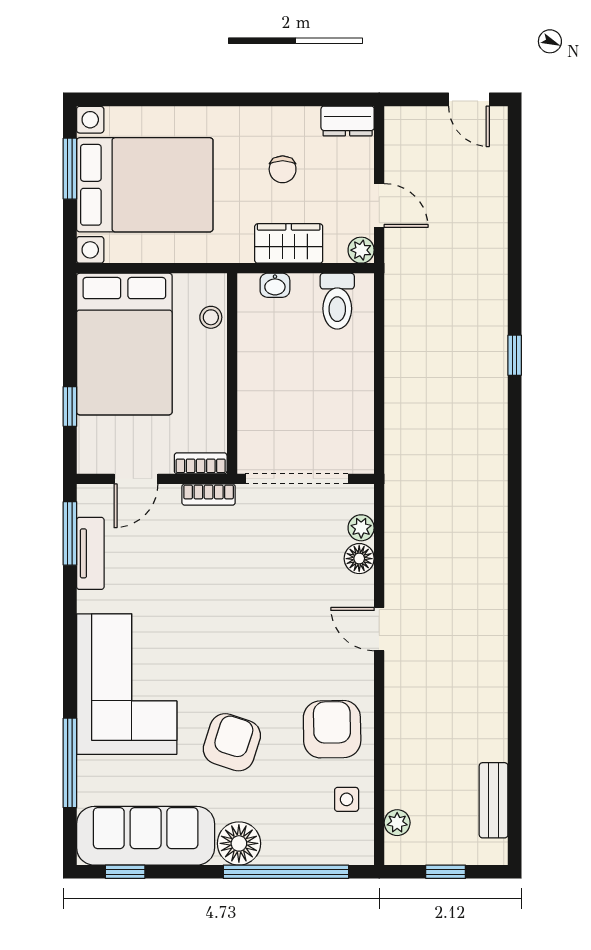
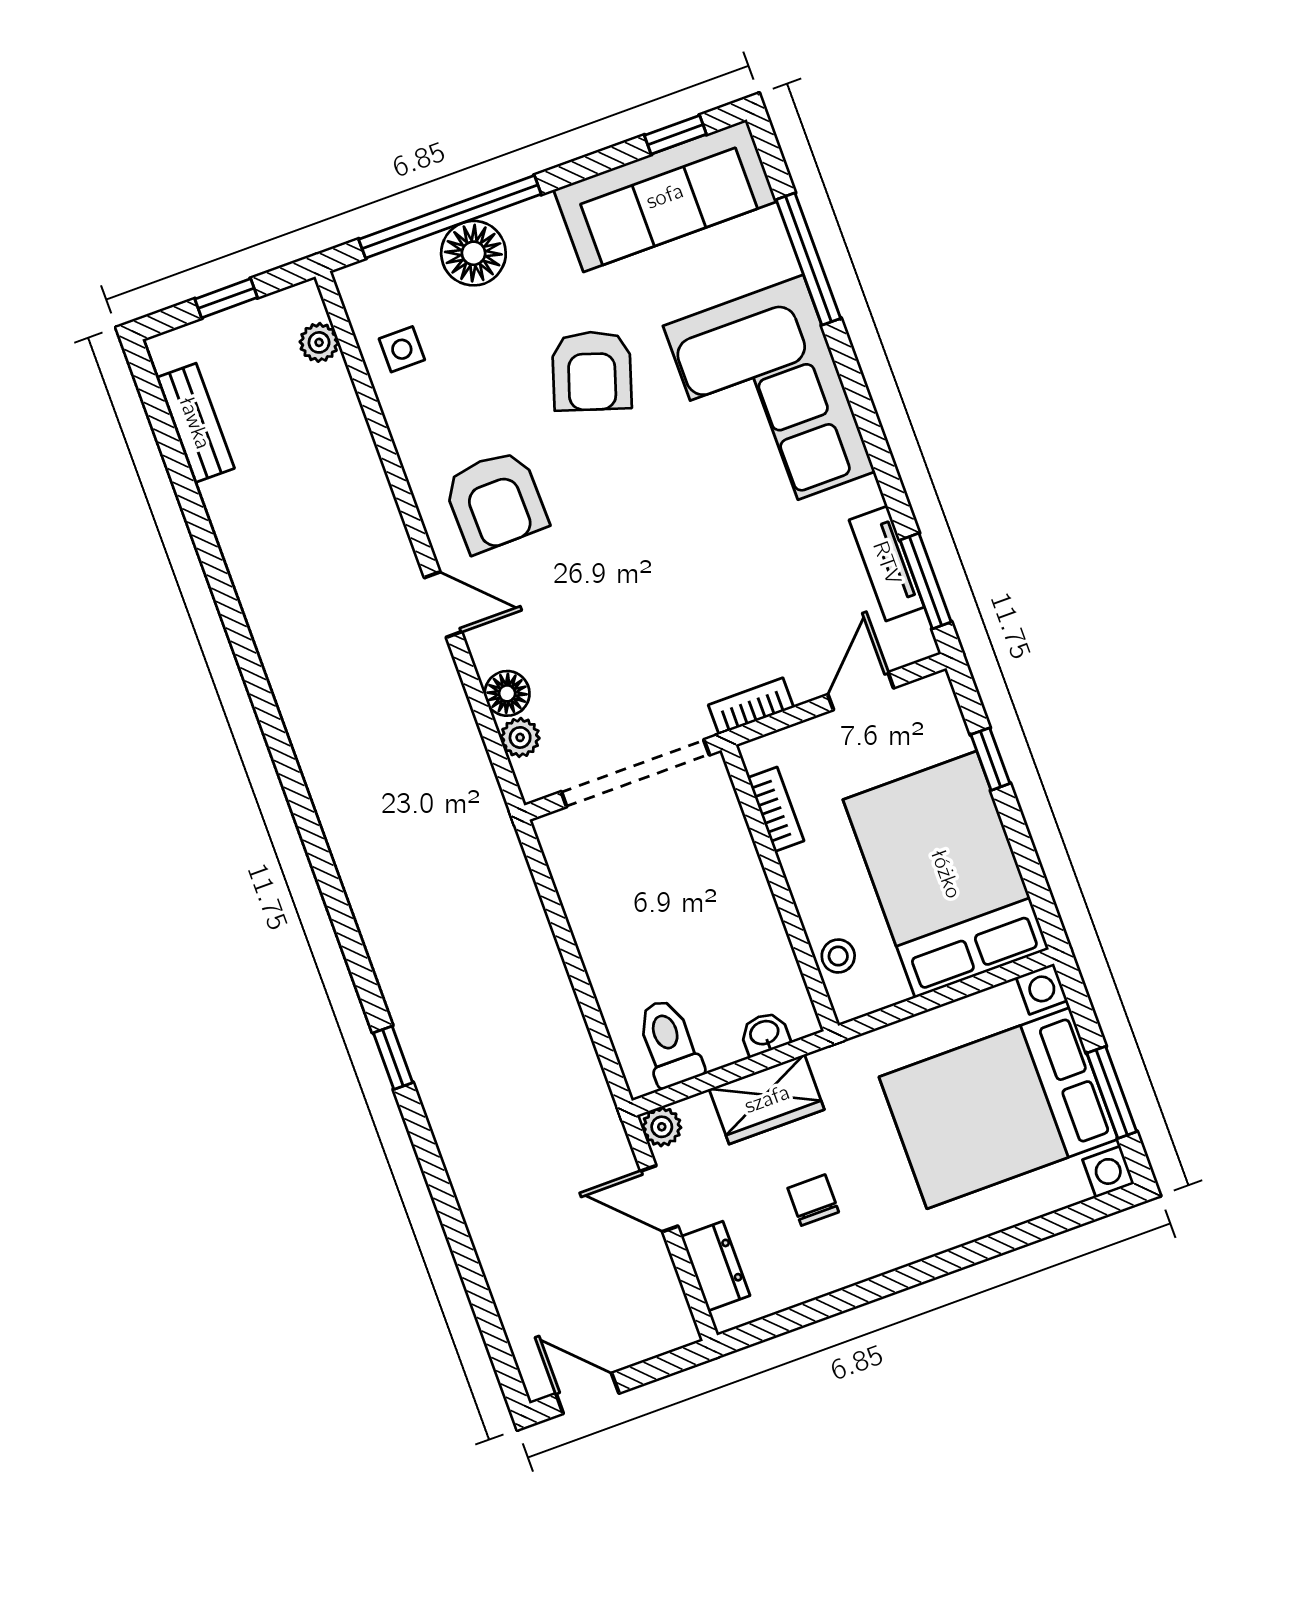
dresser: (348, 121) -> (715, 1266), moved, turned 90
bookcase: (201, 463) -> (776, 809), moved, turned -90
armchair: (332, 729) -> (495, 501), moved
floor lamp: (239, 843) -> (473, 253), moved

